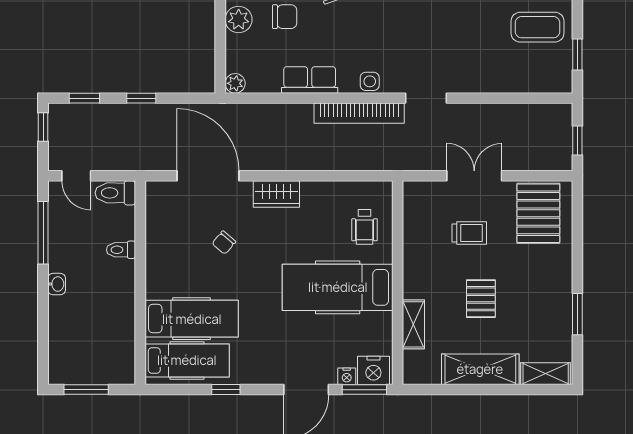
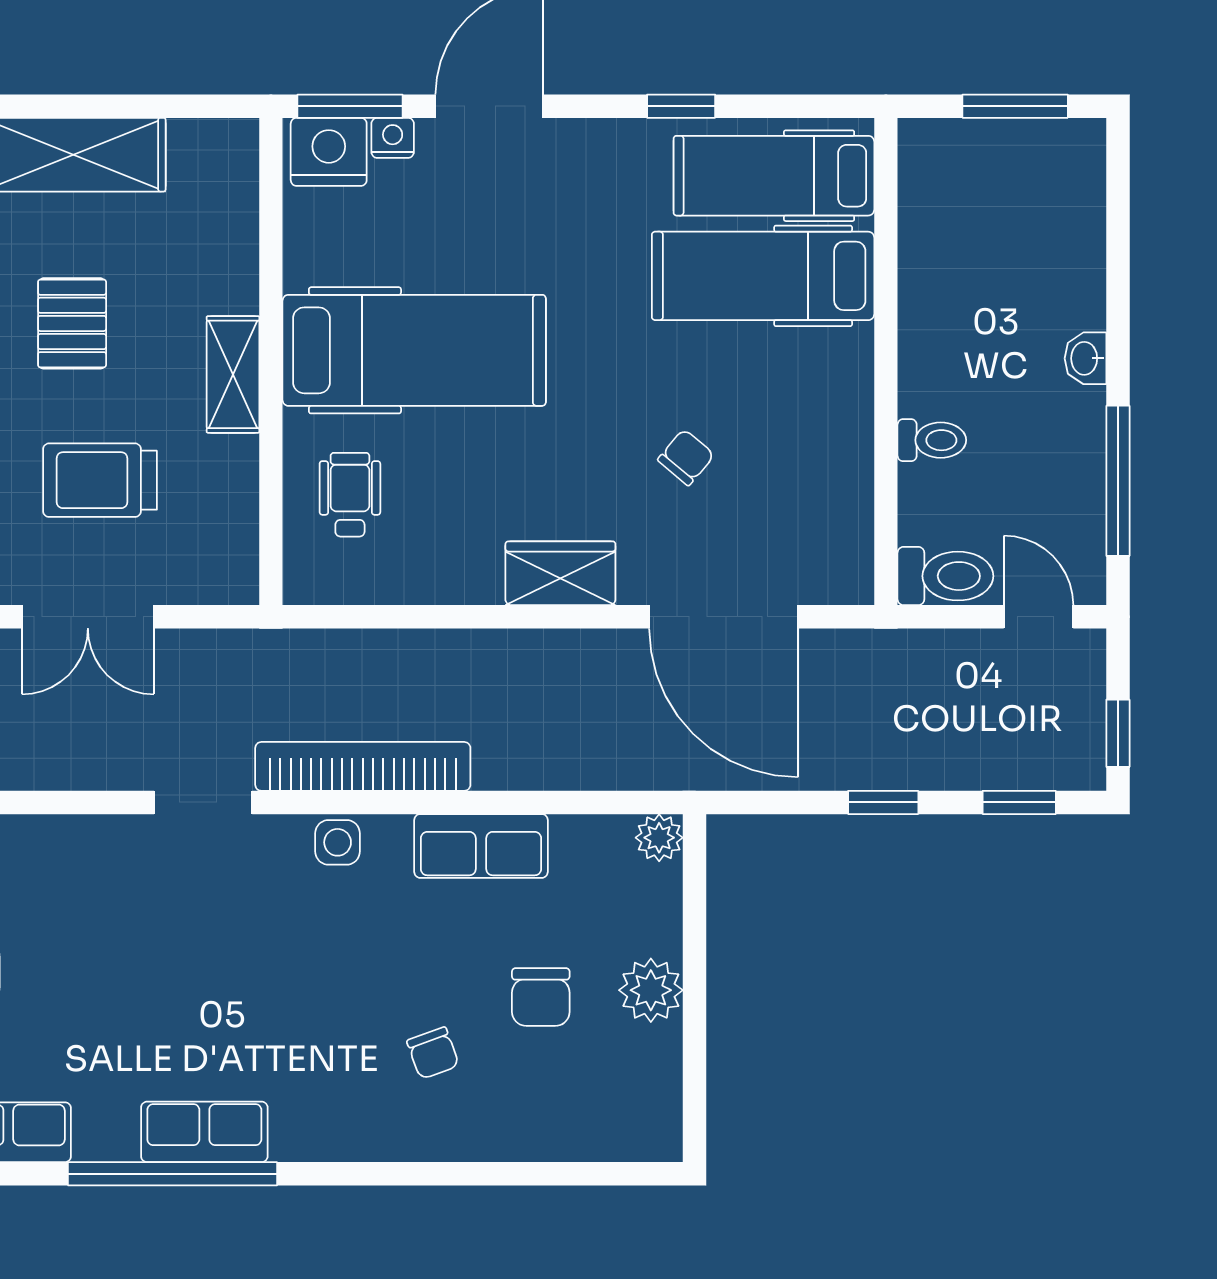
chair: (285, 17) -> (541, 997), turned -90
trolley: (469, 233) -> (100, 480), width x1.36, depth x1.39
shelving: (413, 324) -> (233, 374), moved

